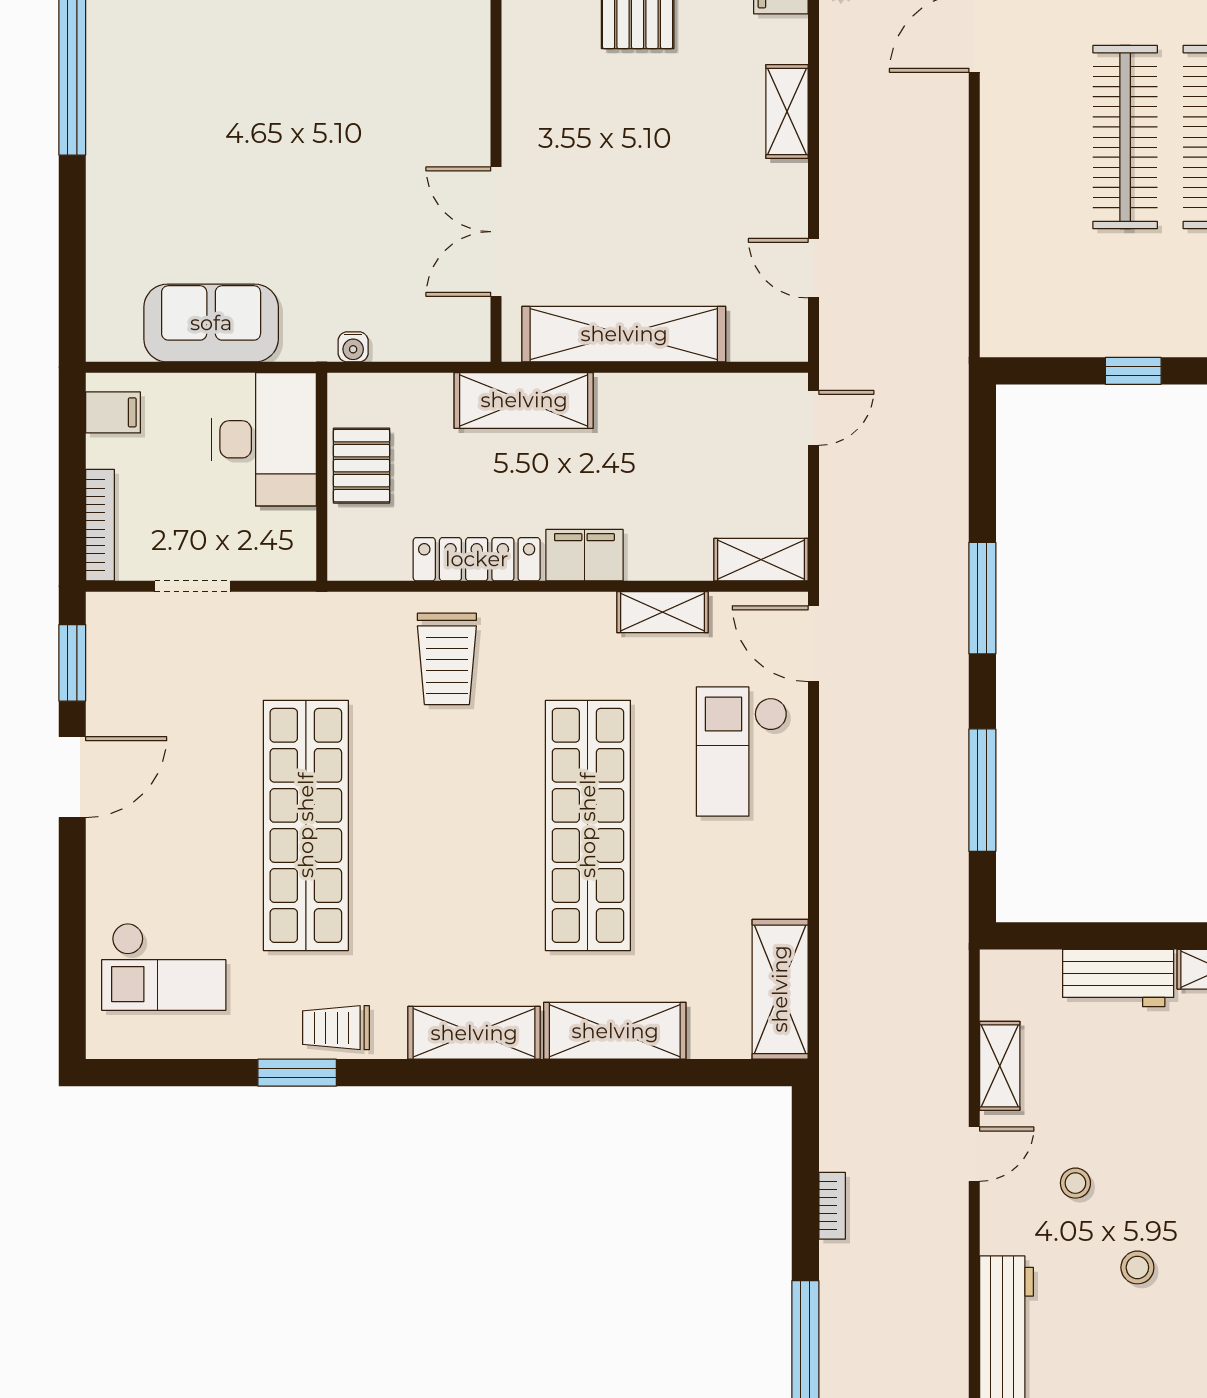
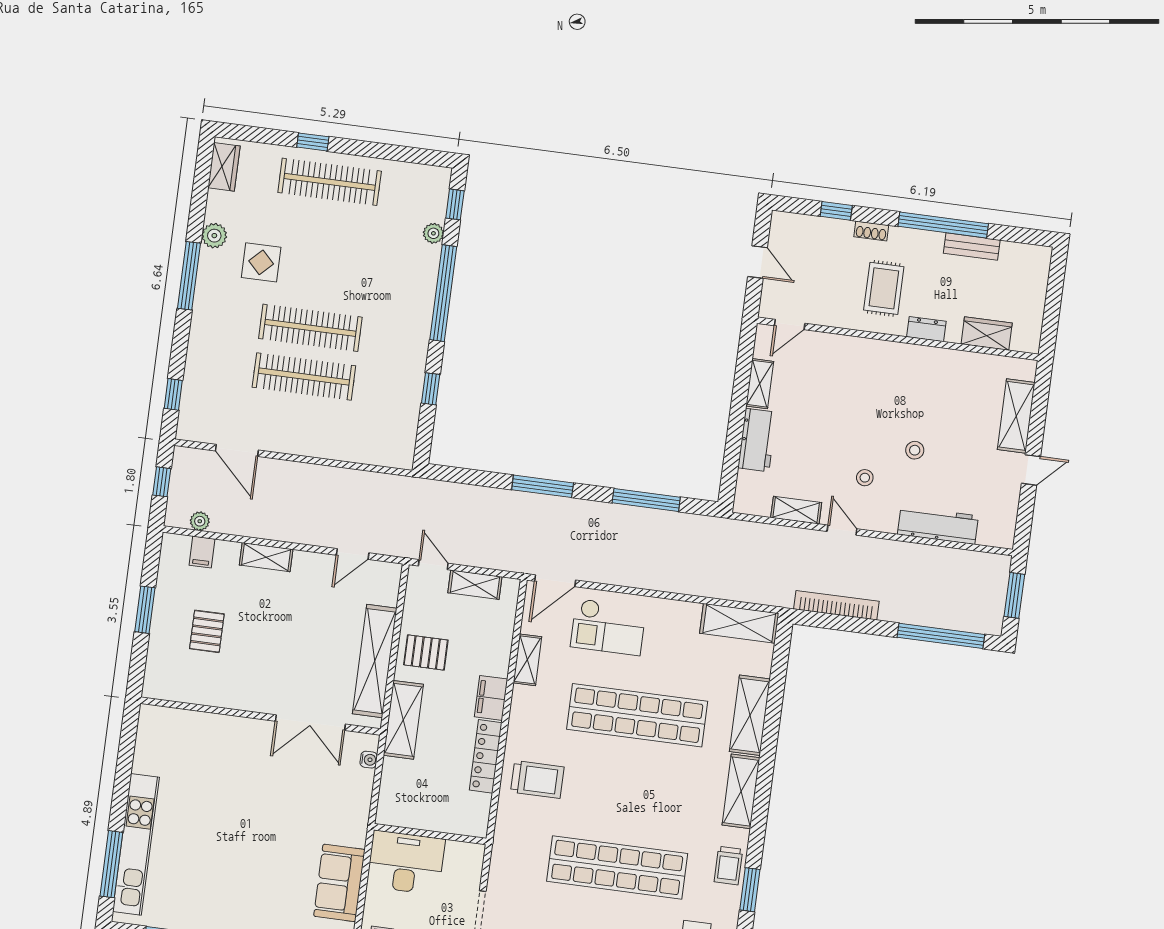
water cooler: (353, 347) -> (369, 760), moved
pallet: (362, 466) -> (426, 652), moved
shelving: (761, 560) -> (475, 585), moved, turned 90
bookcase: (832, 1206) -> (836, 605), width x2.31, depth x1.31

